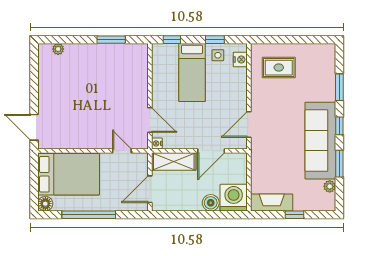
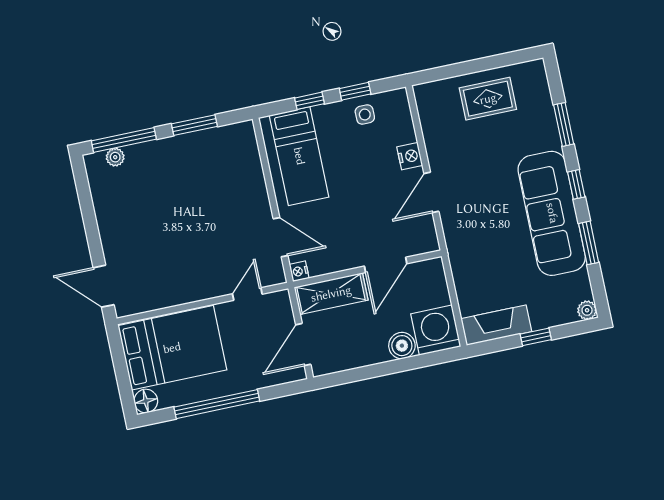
window: (66, 40) -> (124, 140), added
window: (172, 40) -> (309, 101), moved
nightstand: (240, 60) -> (410, 156), moved
rug: (279, 68) -> (488, 99), moved
bed: (192, 72) -> (299, 156), moved
door: (249, 125) -> (431, 192), moved
door: (122, 151) -> (247, 294), hinge flipped
plant: (330, 186) -> (587, 310), moved

